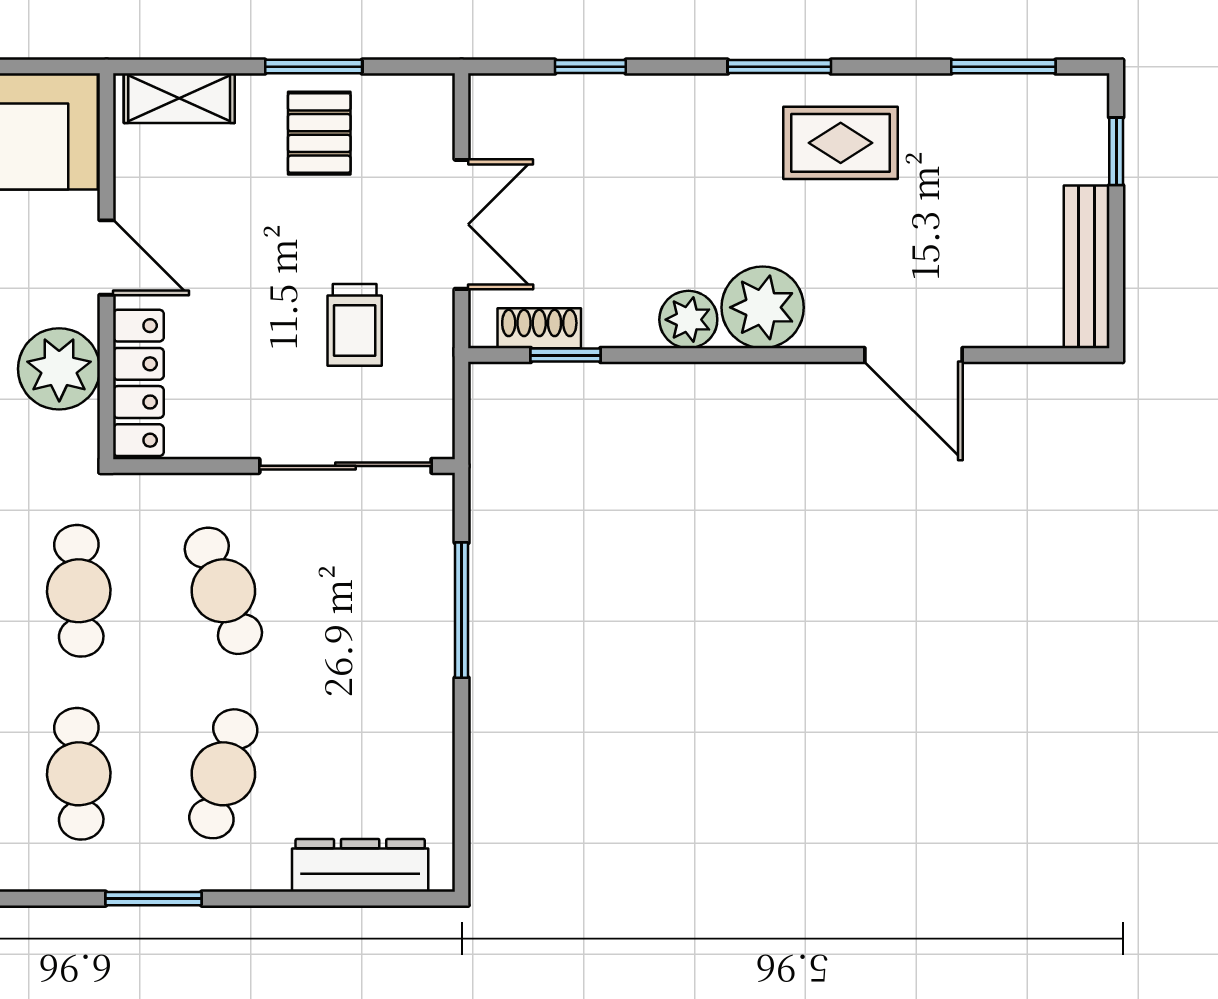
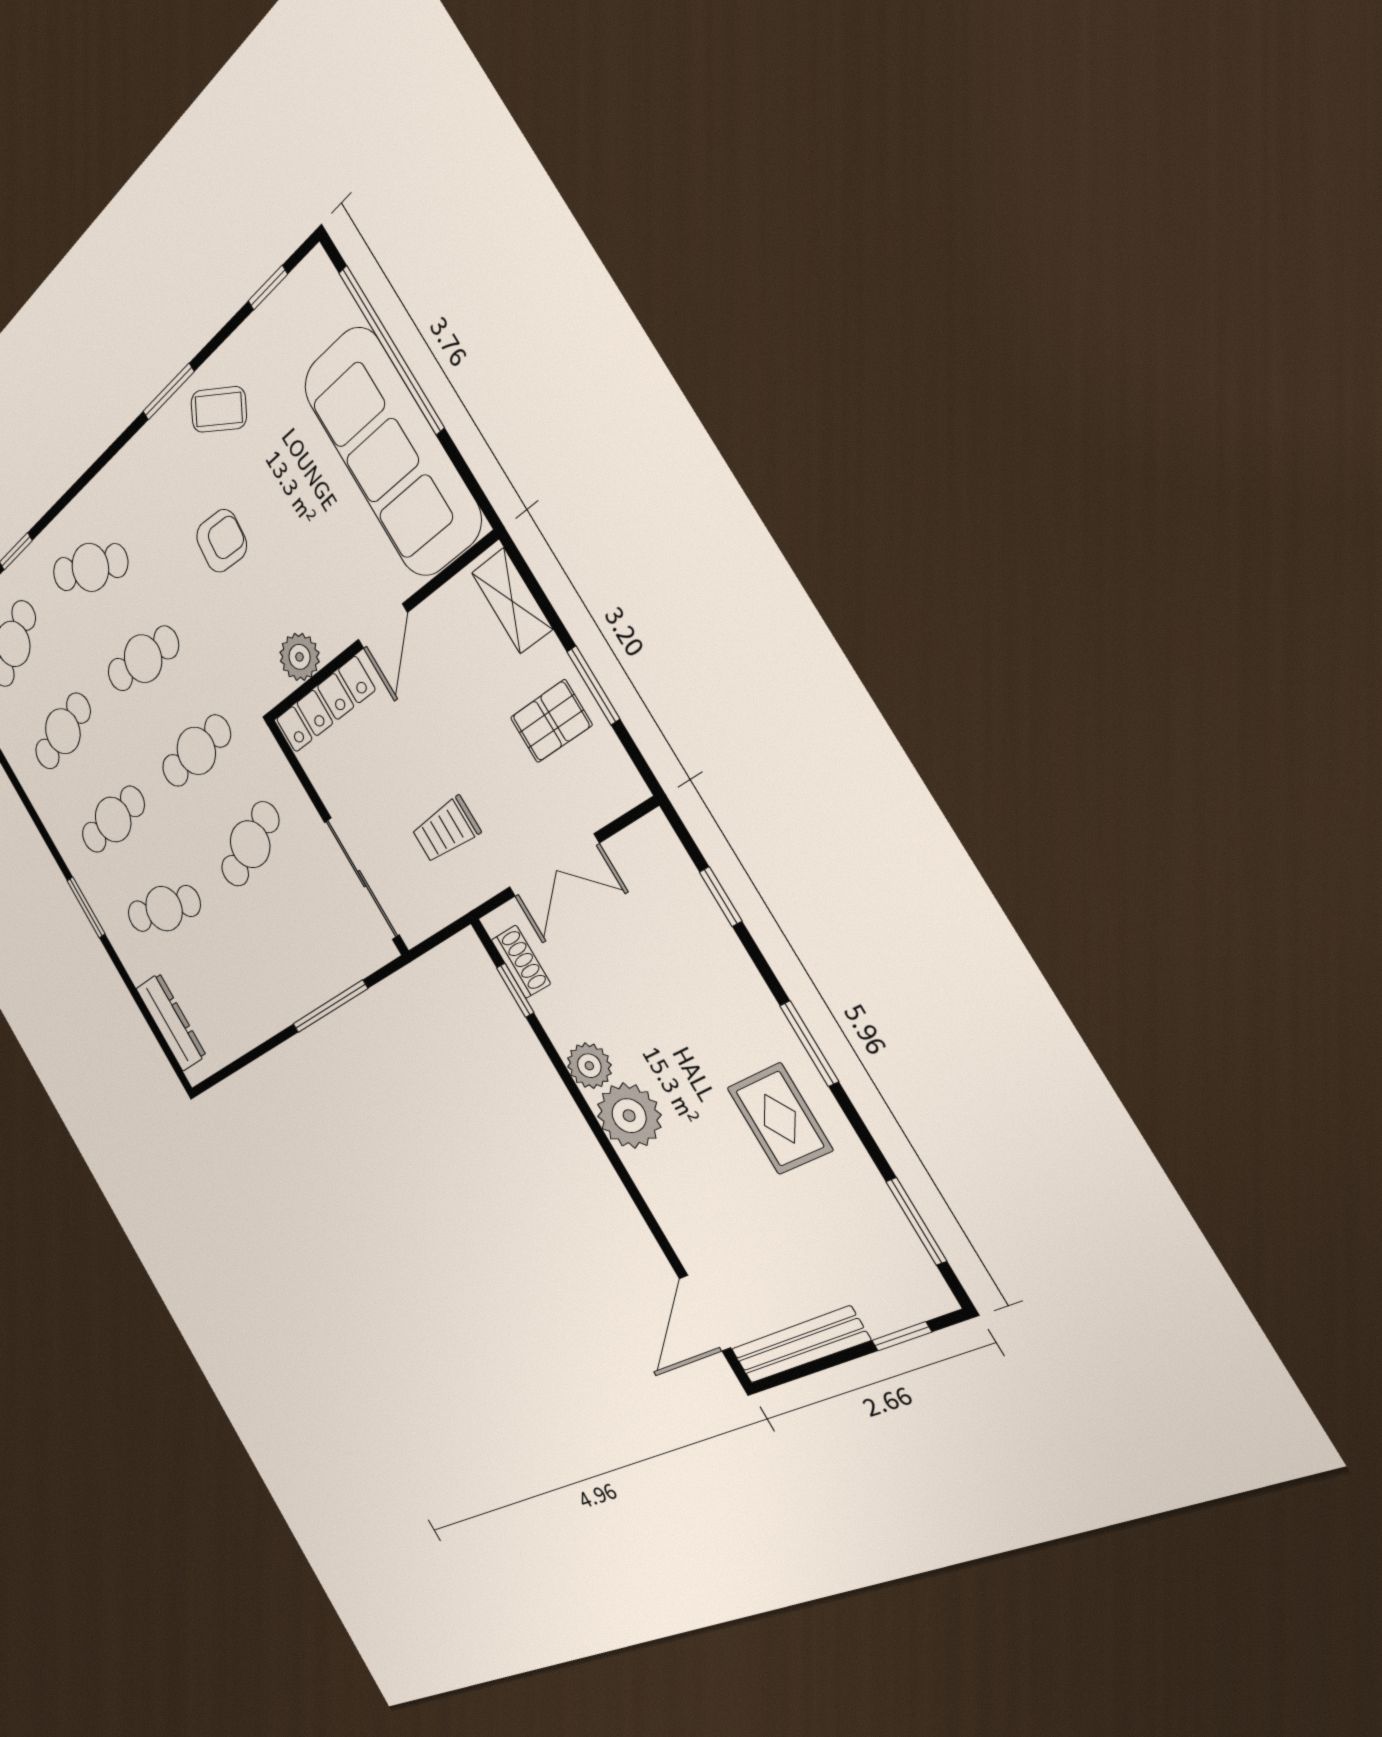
door: (913, 355) -> (705, 1313), moved
plant: (59, 369) -> (300, 657), width x0.73, depth x0.73

